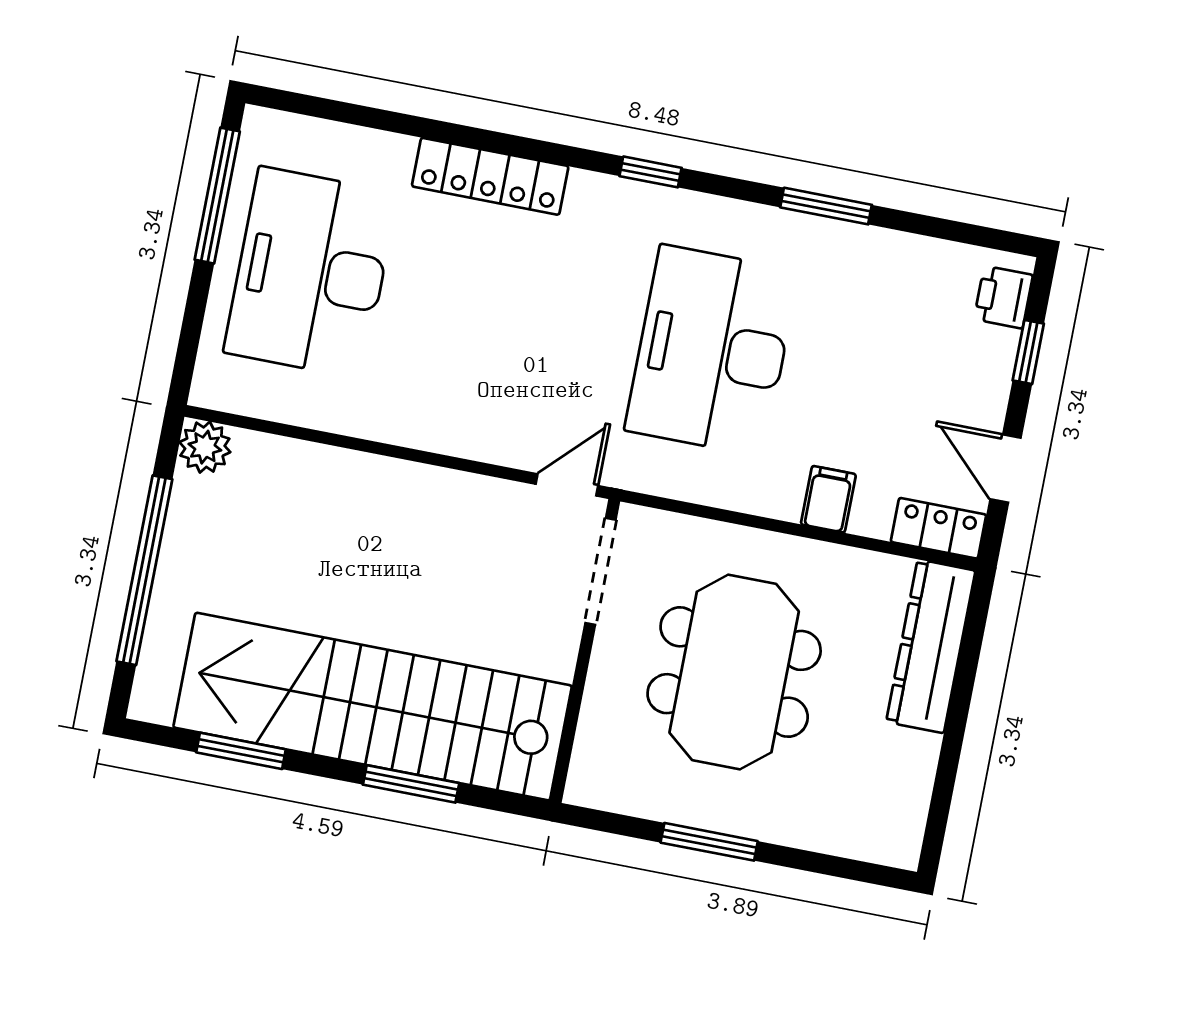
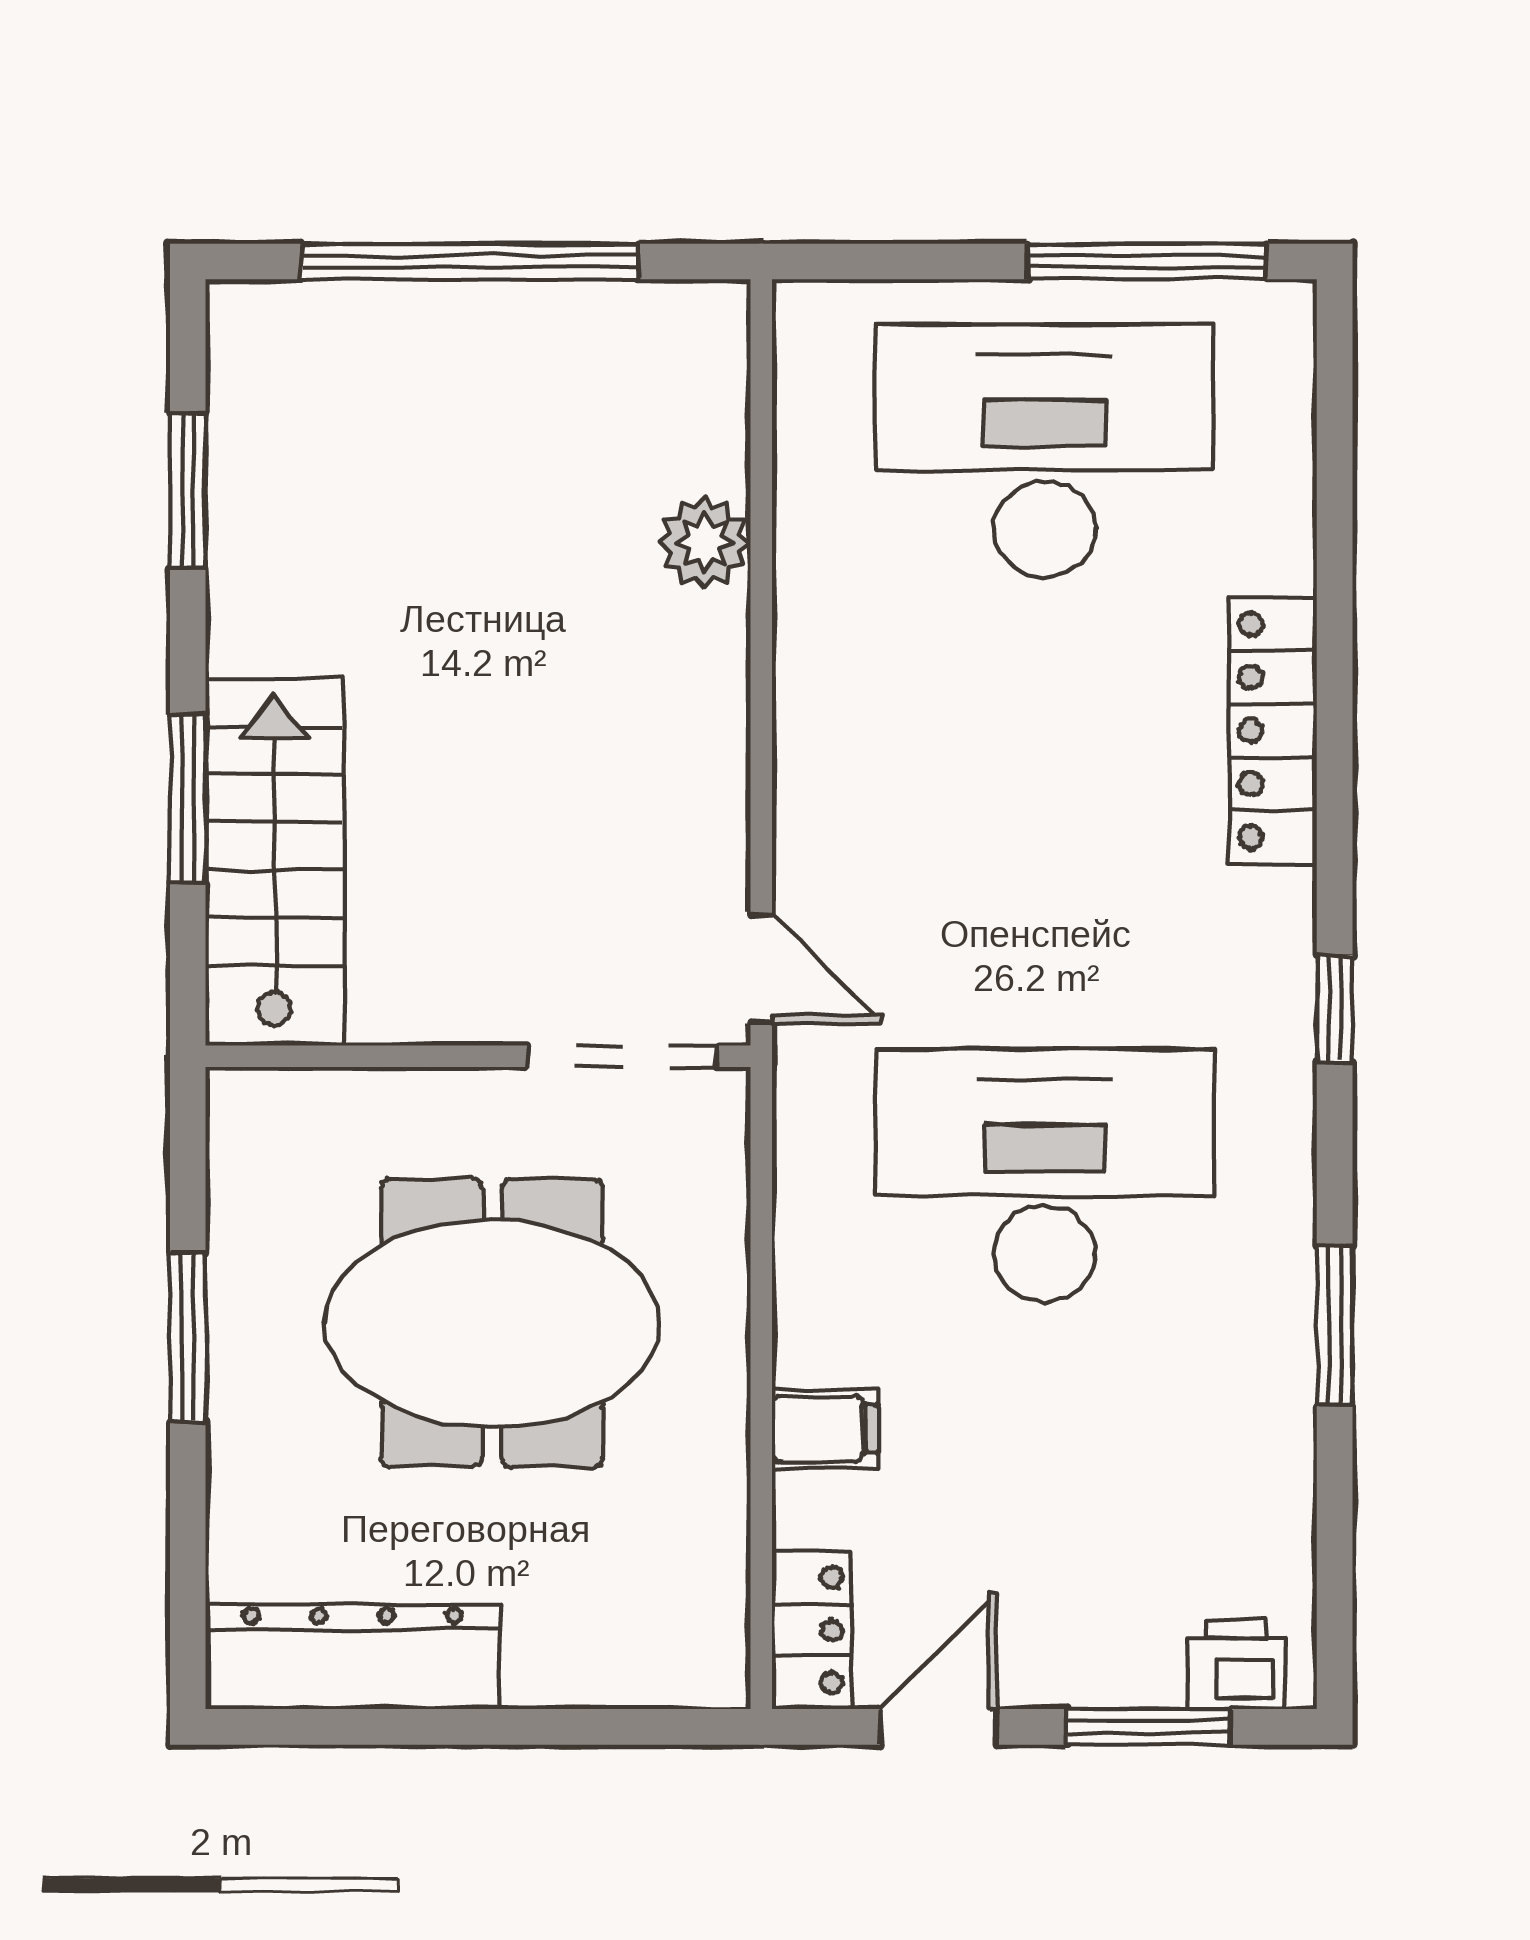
window: (1028, 352) -> (1149, 1727), width x1.50
plant: (205, 447) -> (705, 543), moved
dresser: (931, 646) -> (353, 1657), moved
stairs: (373, 707) -> (275, 862), width x0.54, depth x0.66

